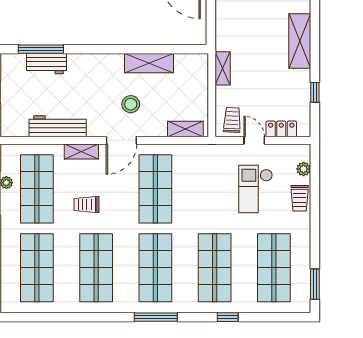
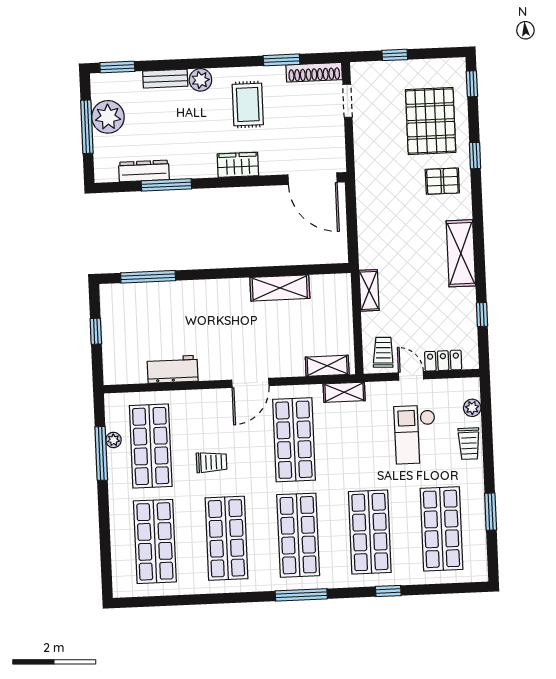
workbench: (46, 64) -> (156, 294), removed
stool: (131, 104) -> (260, 339), removed
workbench: (58, 126) -> (173, 369), width x0.73
shelving: (81, 151) -> (344, 392), moved
trolley: (87, 204) -> (212, 462), turned 180
window: (315, 284) -> (491, 512), moved

